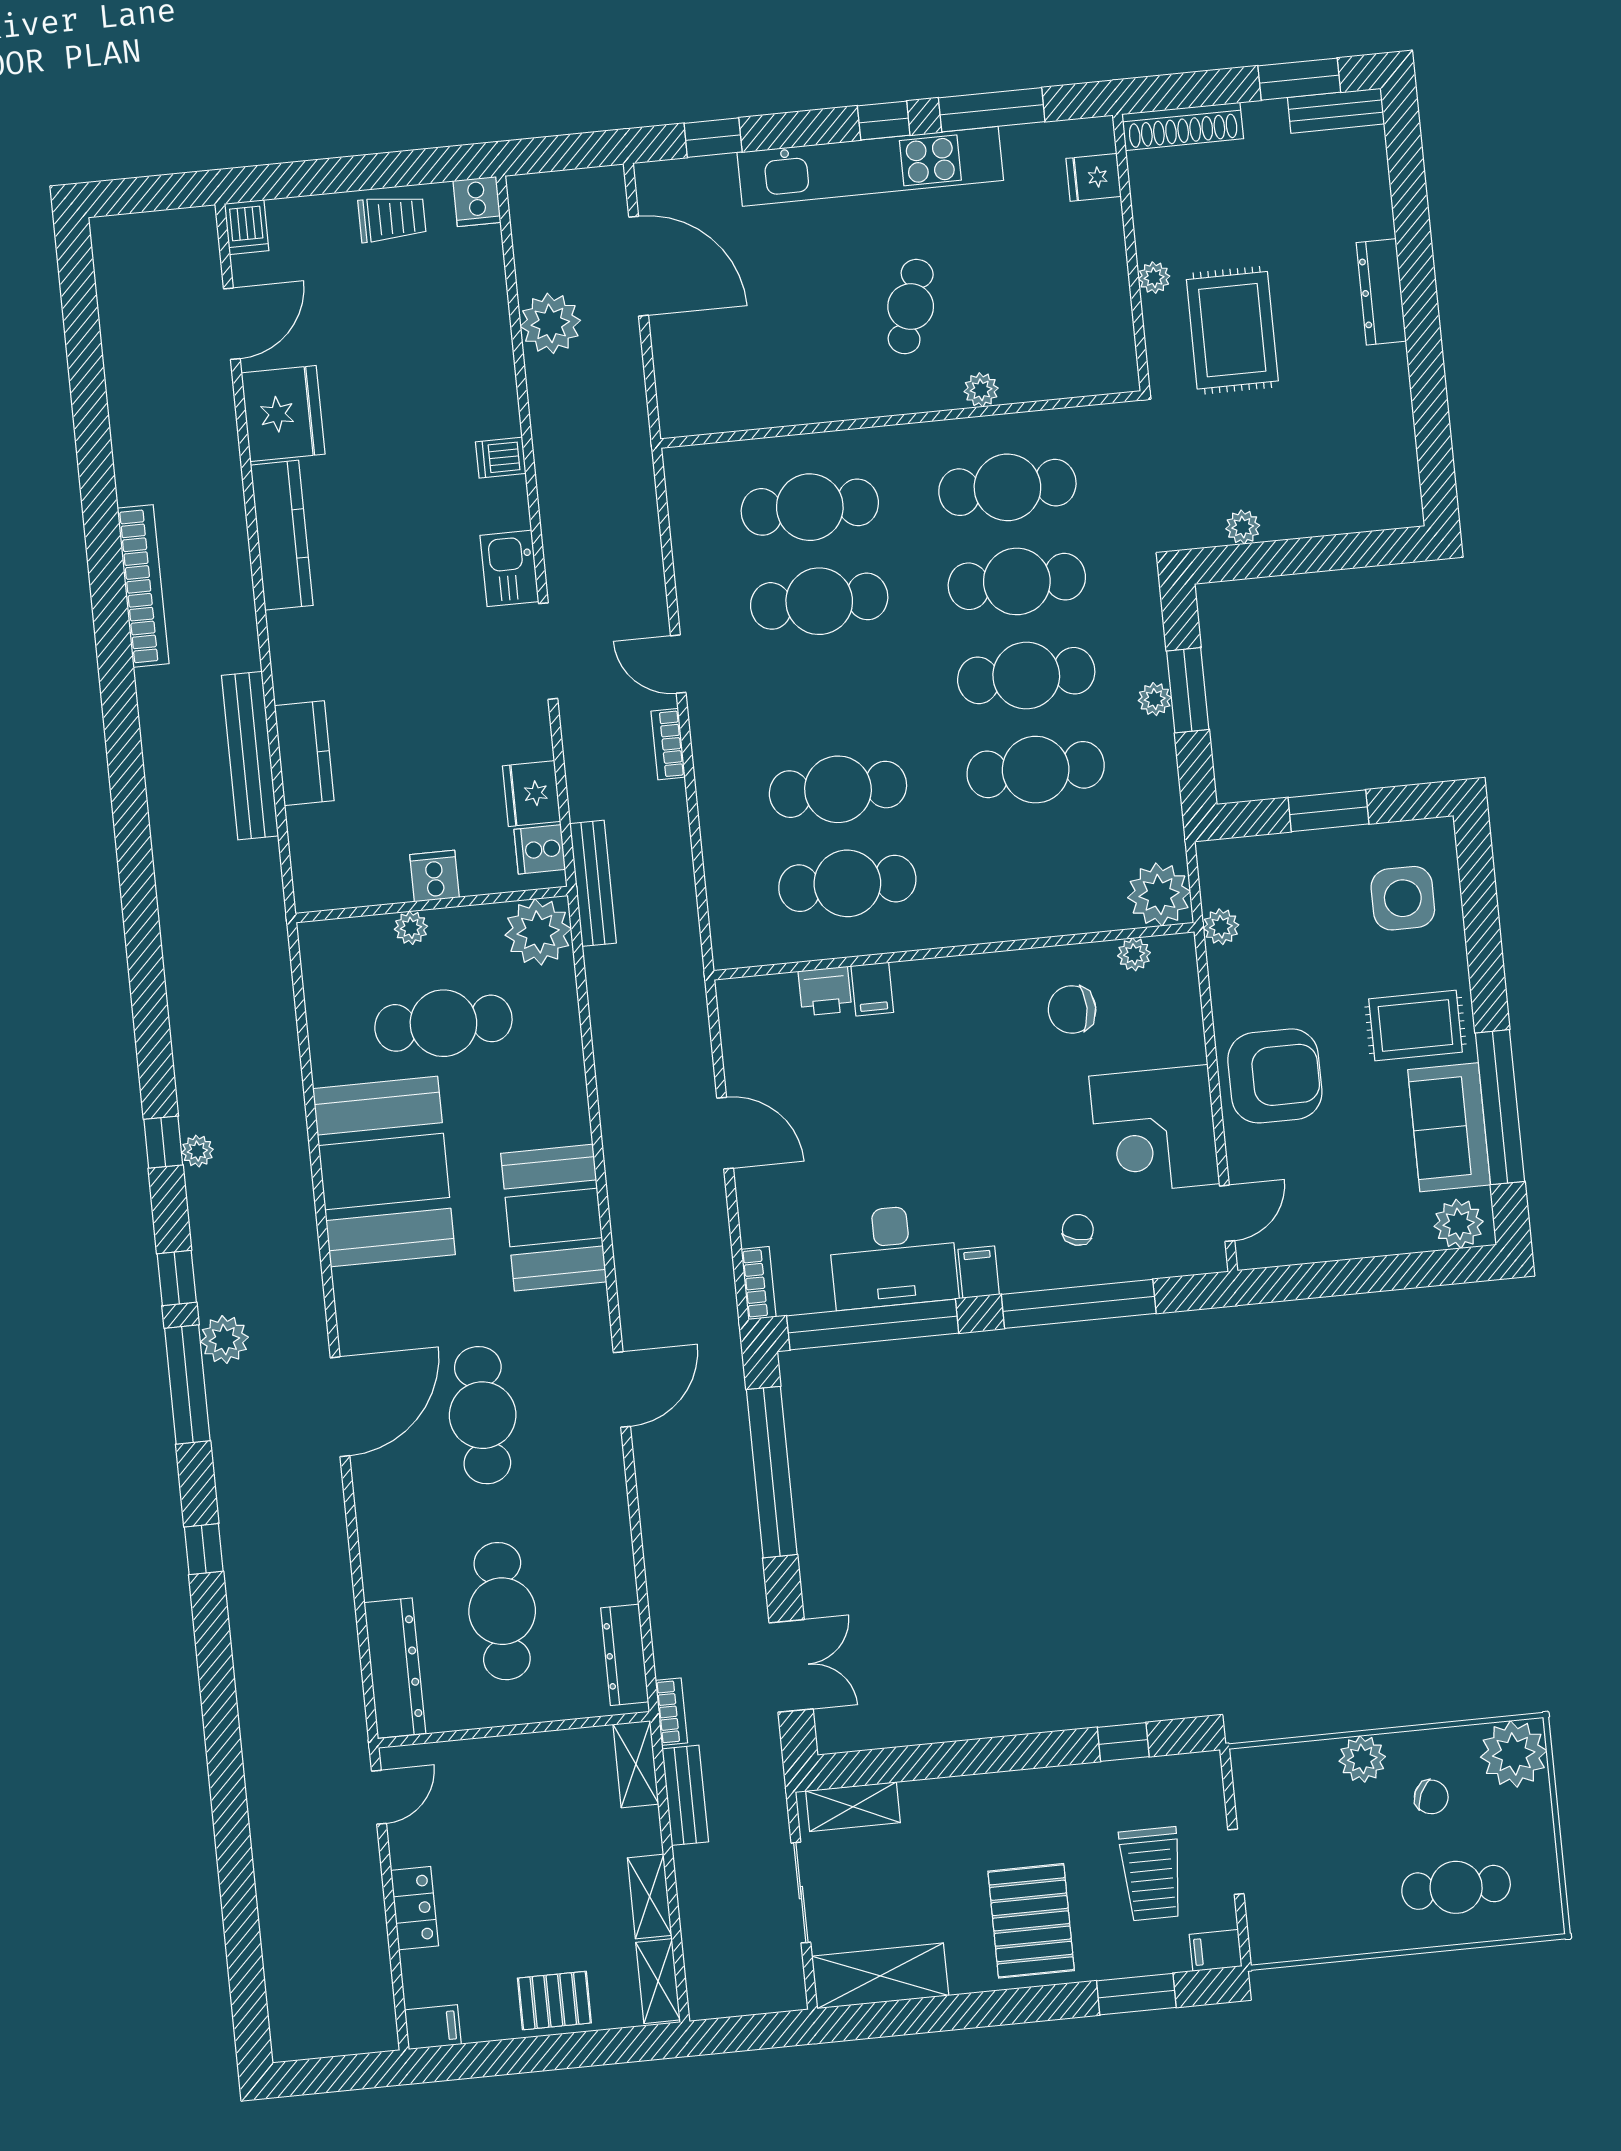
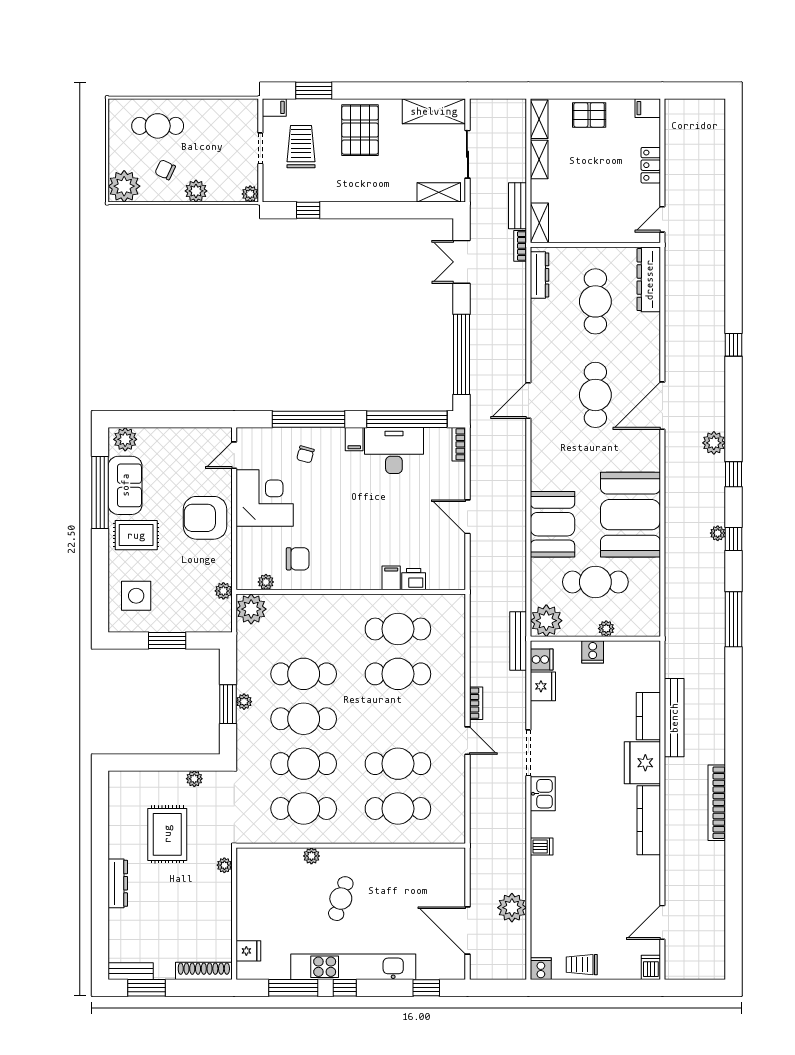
plant: (1154, 278) -> (224, 865), moved
rug: (1232, 330) -> (167, 834), moved
fridge: (283, 414) -> (642, 763), moved
booth: (554, 1218) -> (552, 524), moved
window: (187, 1385) -> (733, 619), moved
plant: (1248, 1764) -> (250, 194), added

